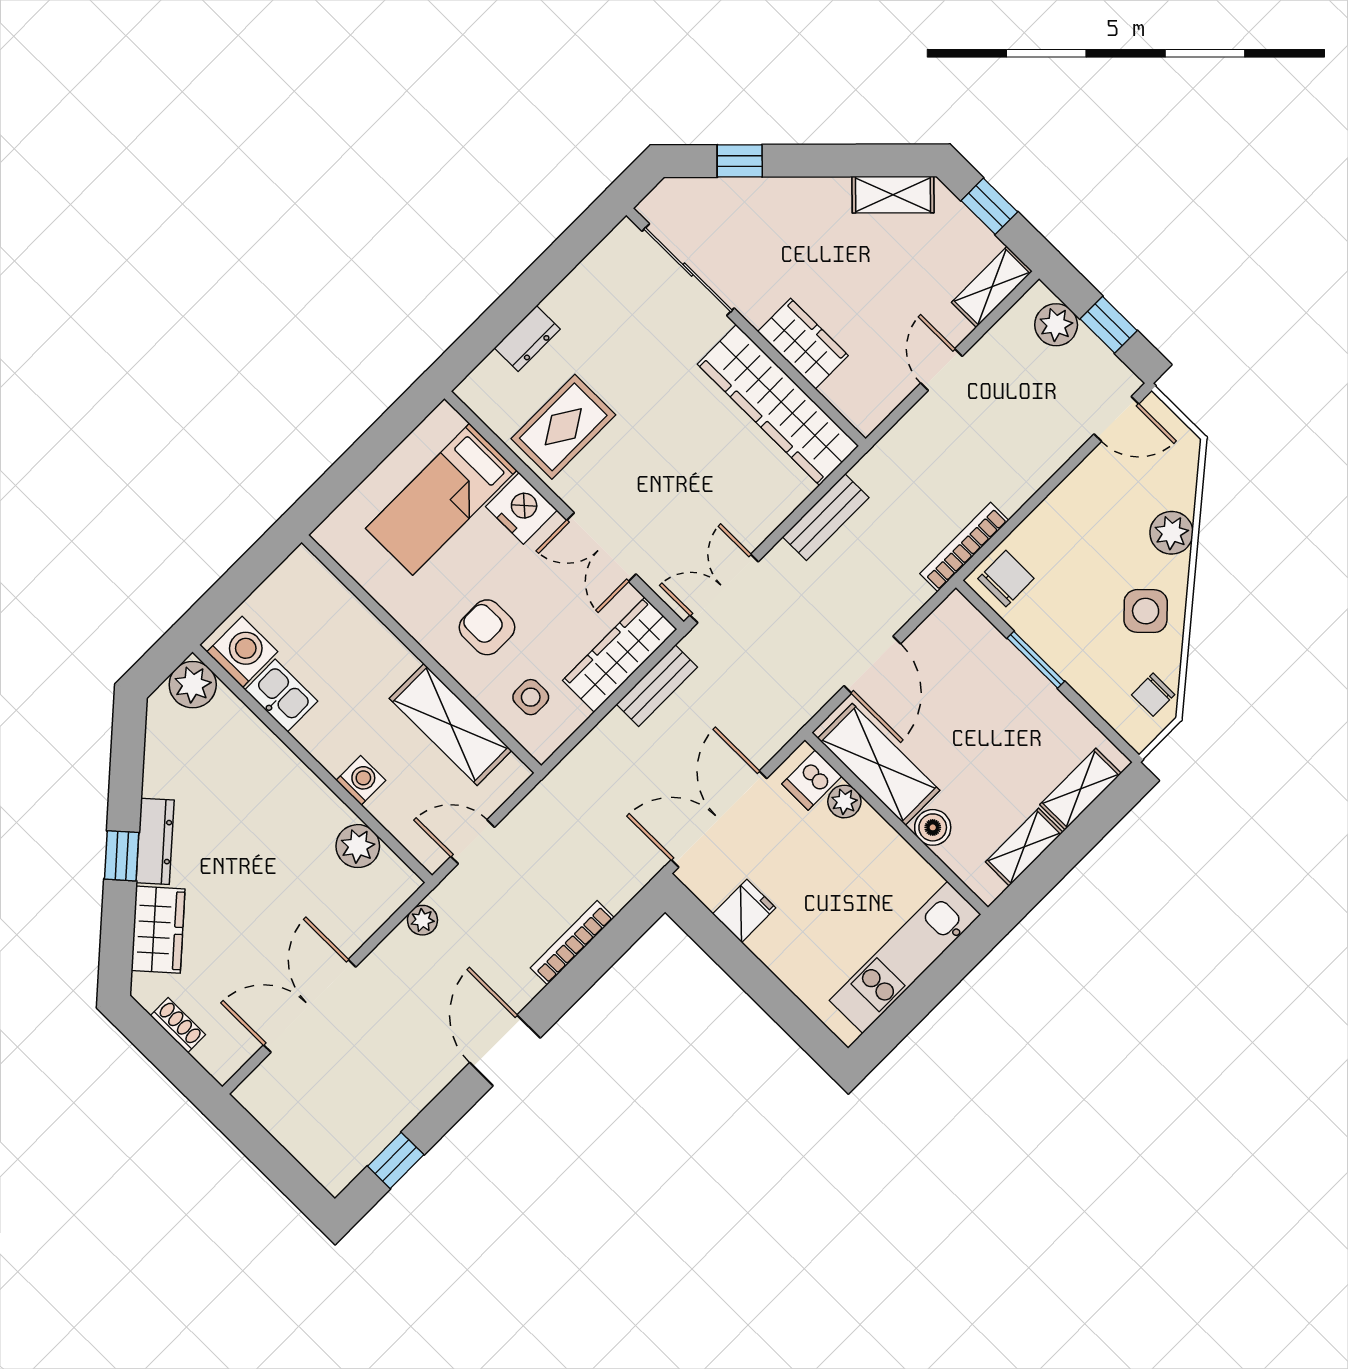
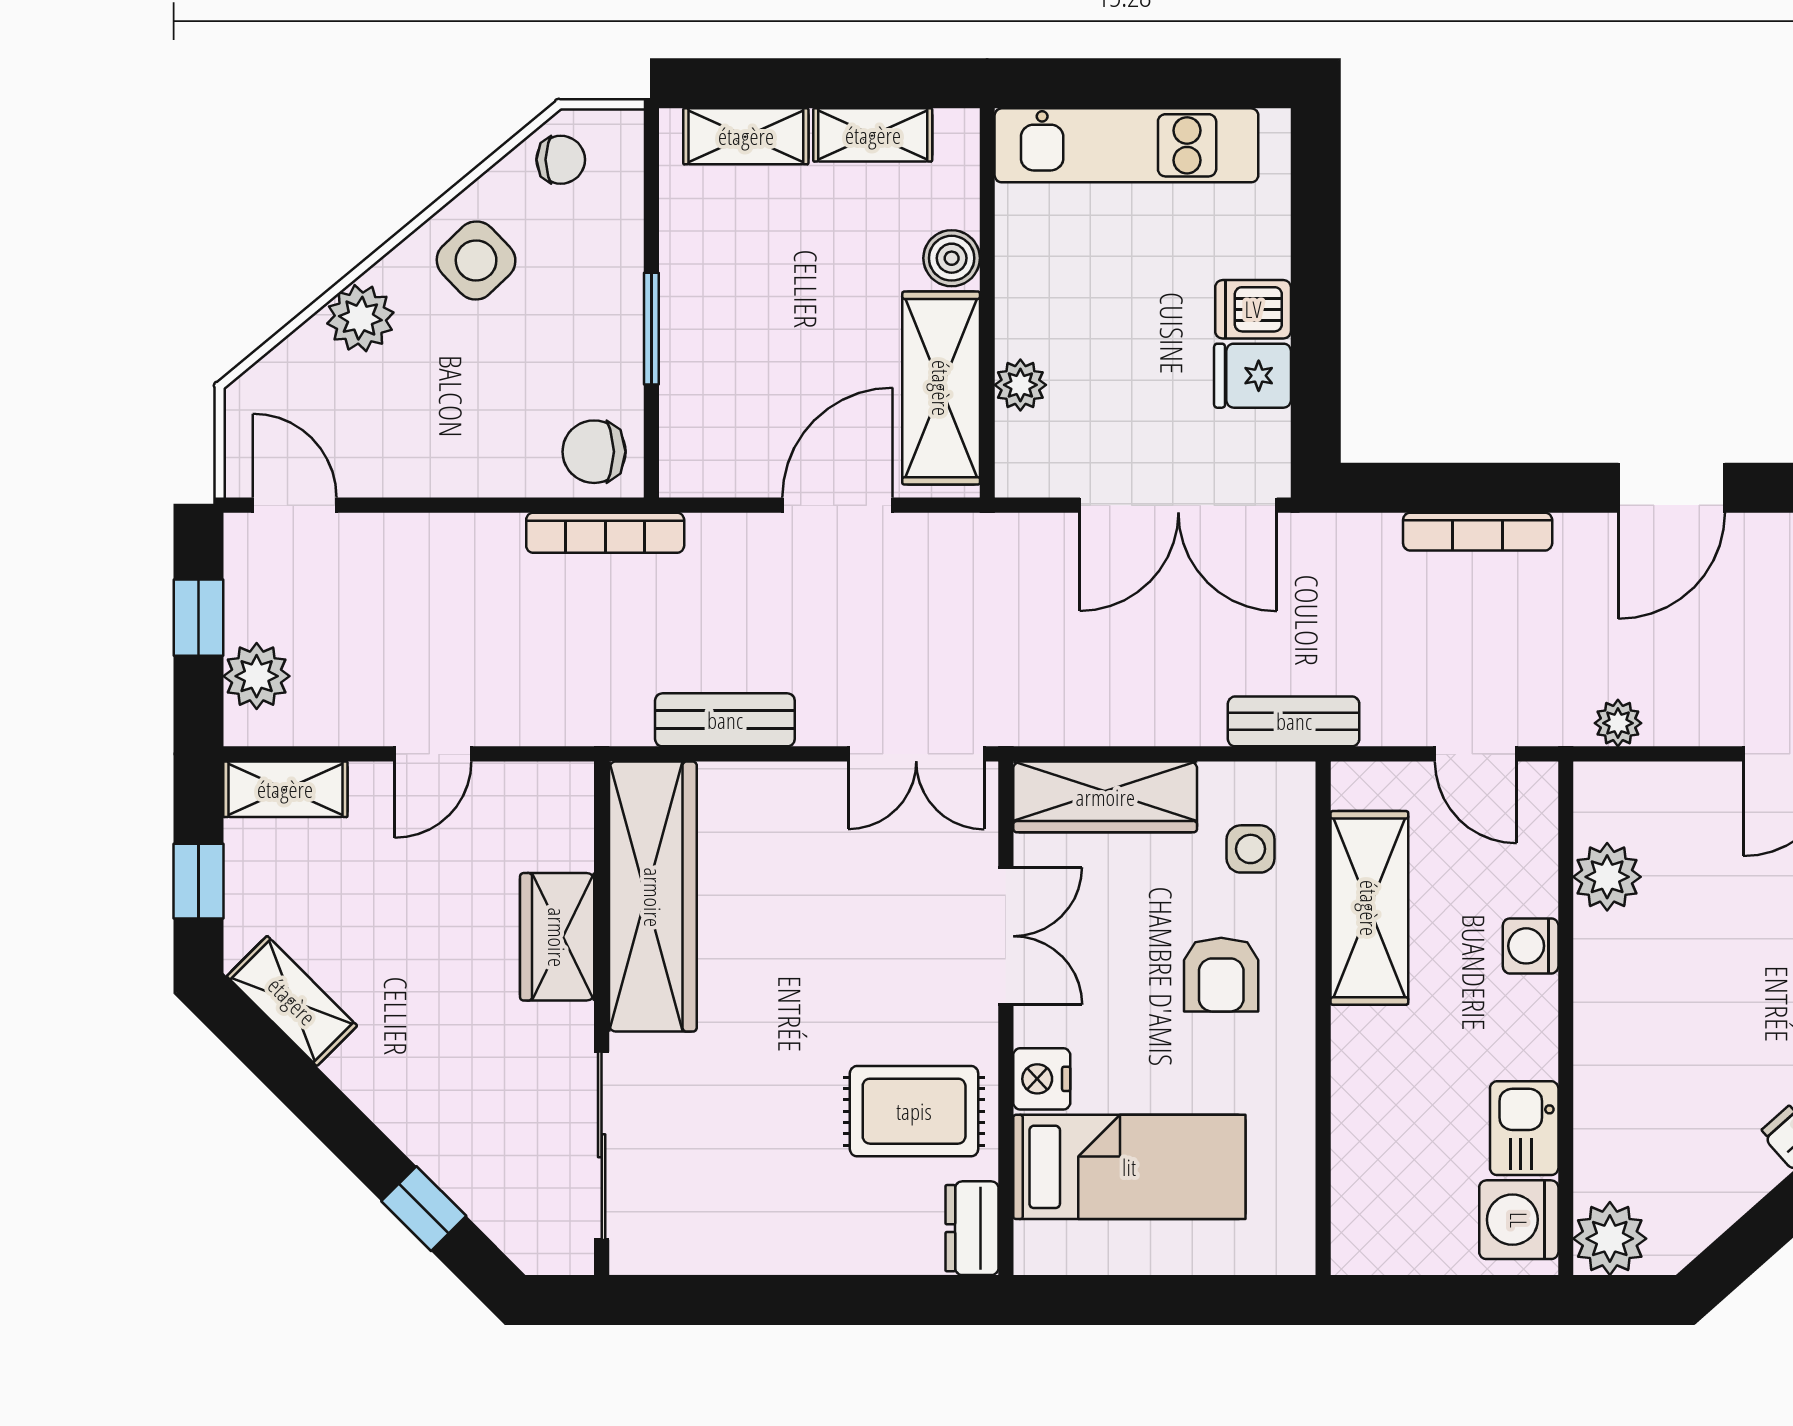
dresser: (527, 338) -> (972, 1228), moved, turned -90
nightstand: (521, 508) -> (1042, 1079), width x0.74, depth x0.75
bench: (657, 686) -> (1294, 721), moved
dishwasher: (812, 780) -> (1253, 309), moved, turned 180

